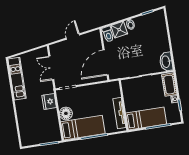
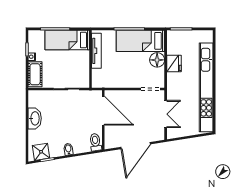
shower: (119, 30) -> (41, 152), moved
door: (73, 37) -> (136, 146), width x1.88
door: (106, 62) -> (103, 111), hinge flipped
washbasin: (166, 62) -> (35, 118), moved
kitchen unit: (17, 79) -> (206, 87), width x1.86
fridge: (49, 101) -> (174, 64), moved

